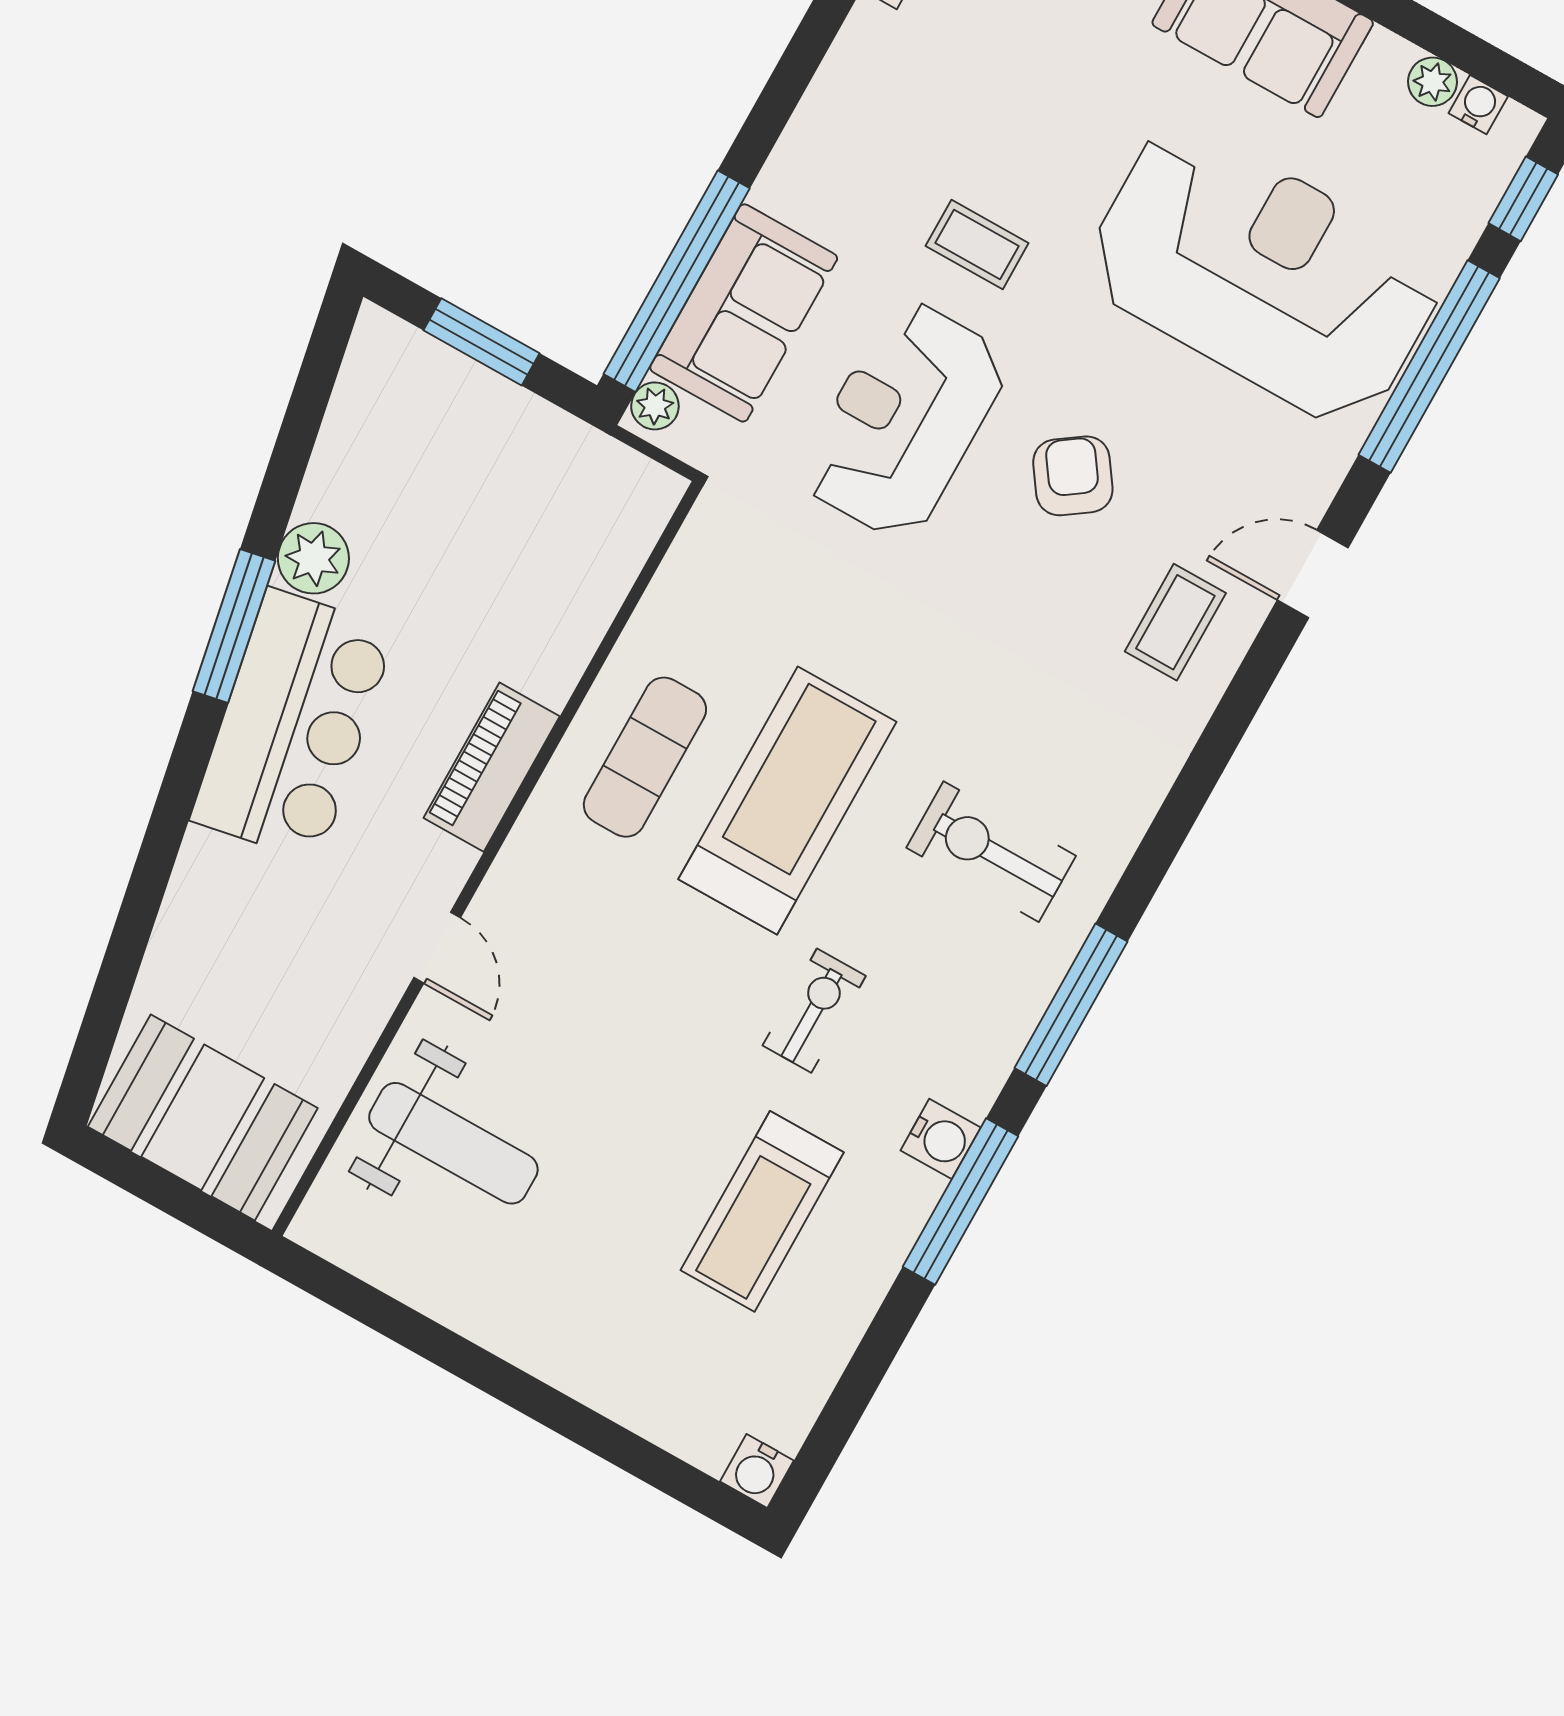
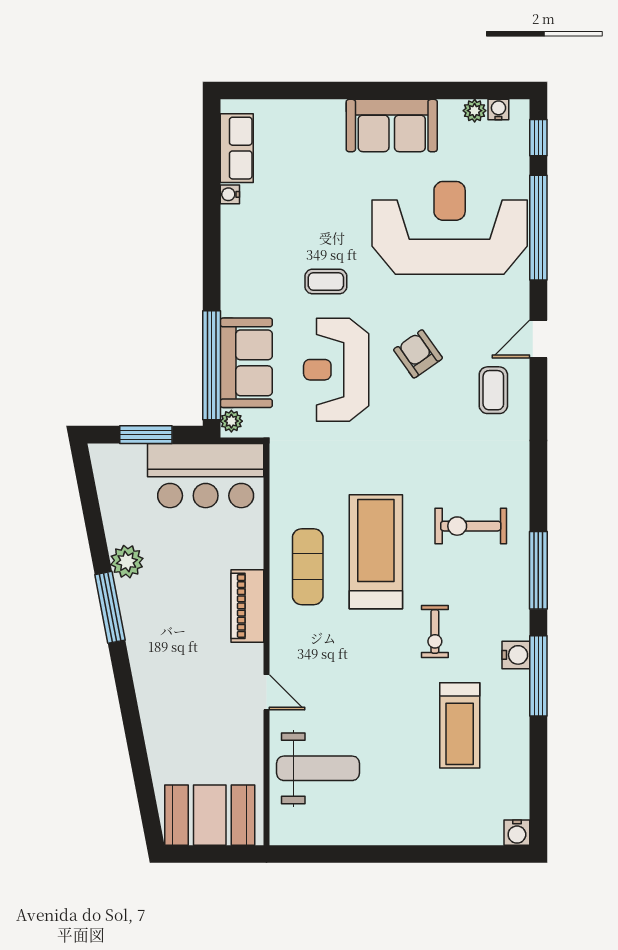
bar counter: (293, 725) -> (206, 476), moved, turned 101
exercise bike: (814, 1011) -> (435, 631), turned 180

